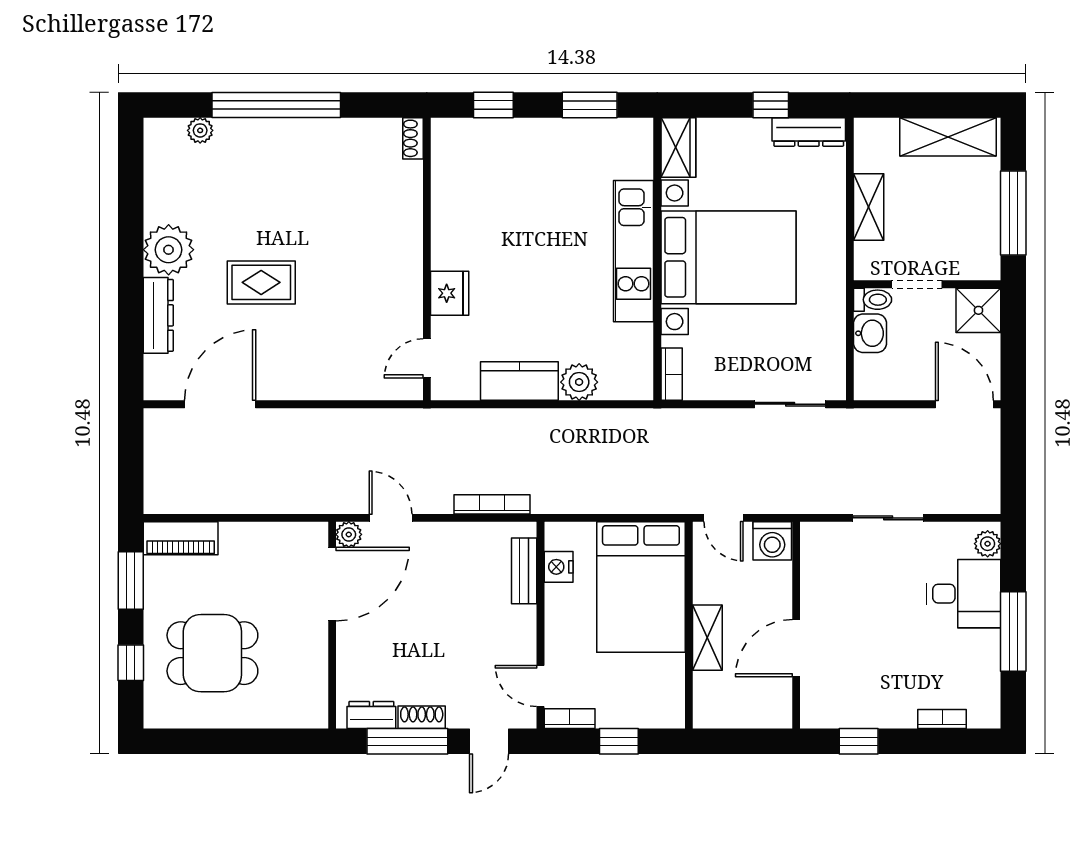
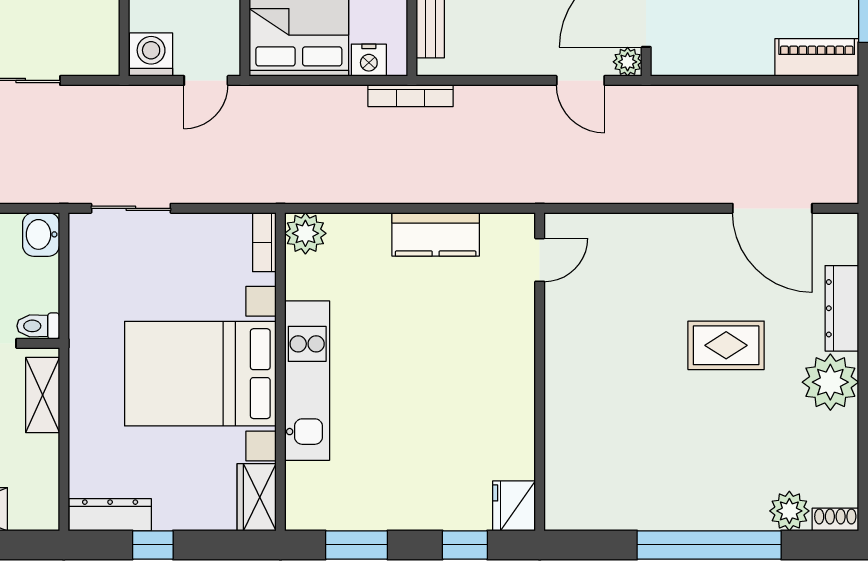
plant: (200, 130) -> (789, 511), width x1.38, depth x1.38
shoe rack: (413, 138) -> (835, 519), moved, turned -90
shelving: (869, 207) -> (43, 395), moved
fridge: (450, 293) -> (514, 506), moved
washbasin: (870, 333) -> (41, 234), moved
plant: (579, 382) -> (305, 233), moved
door: (220, 404) -> (772, 208), hinge flipped
bookcase: (492, 504) -> (411, 96), moved
door: (723, 518) -> (206, 80), swing flipped
nightstand: (559, 567) -> (369, 60), moved, turned 90

